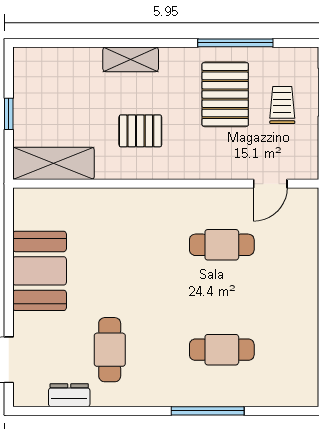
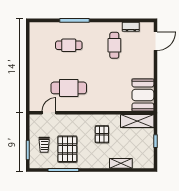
shelving: (131, 59) -> (121, 163), moved
pallet: (140, 131) -> (102, 134), turned 90
cafe table: (222, 245) -> (69, 88), width x1.37, depth x1.35
booth: (40, 271) -> (143, 95), moved

